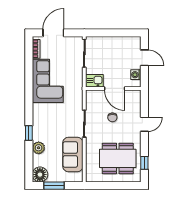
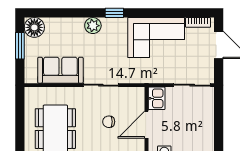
window: (29, 133) -> (114, 13), moved
plant: (39, 148) -> (93, 26), moved

